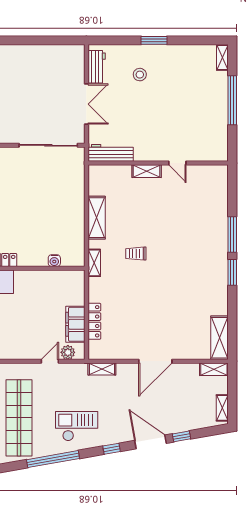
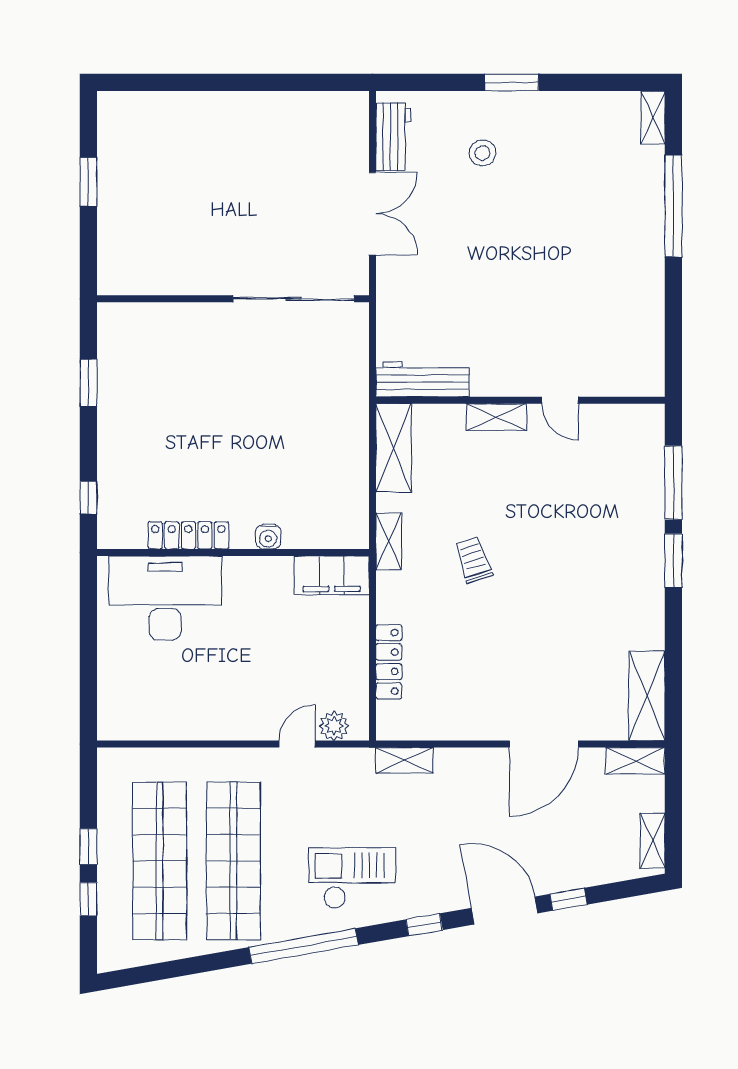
workbench: (111, 153) -> (422, 379), moved
wall: (158, 163) -> (520, 400), moved
door: (177, 163) -> (560, 400), moved
shelving: (147, 171) -> (496, 417), moved
trolley: (136, 254) -> (474, 560), moved, turned 72
water cooler: (54, 261) -> (268, 537), moved
filing cabinet: (75, 324) -> (332, 575), moved, turned -90
door: (155, 361) -> (544, 744), moved

